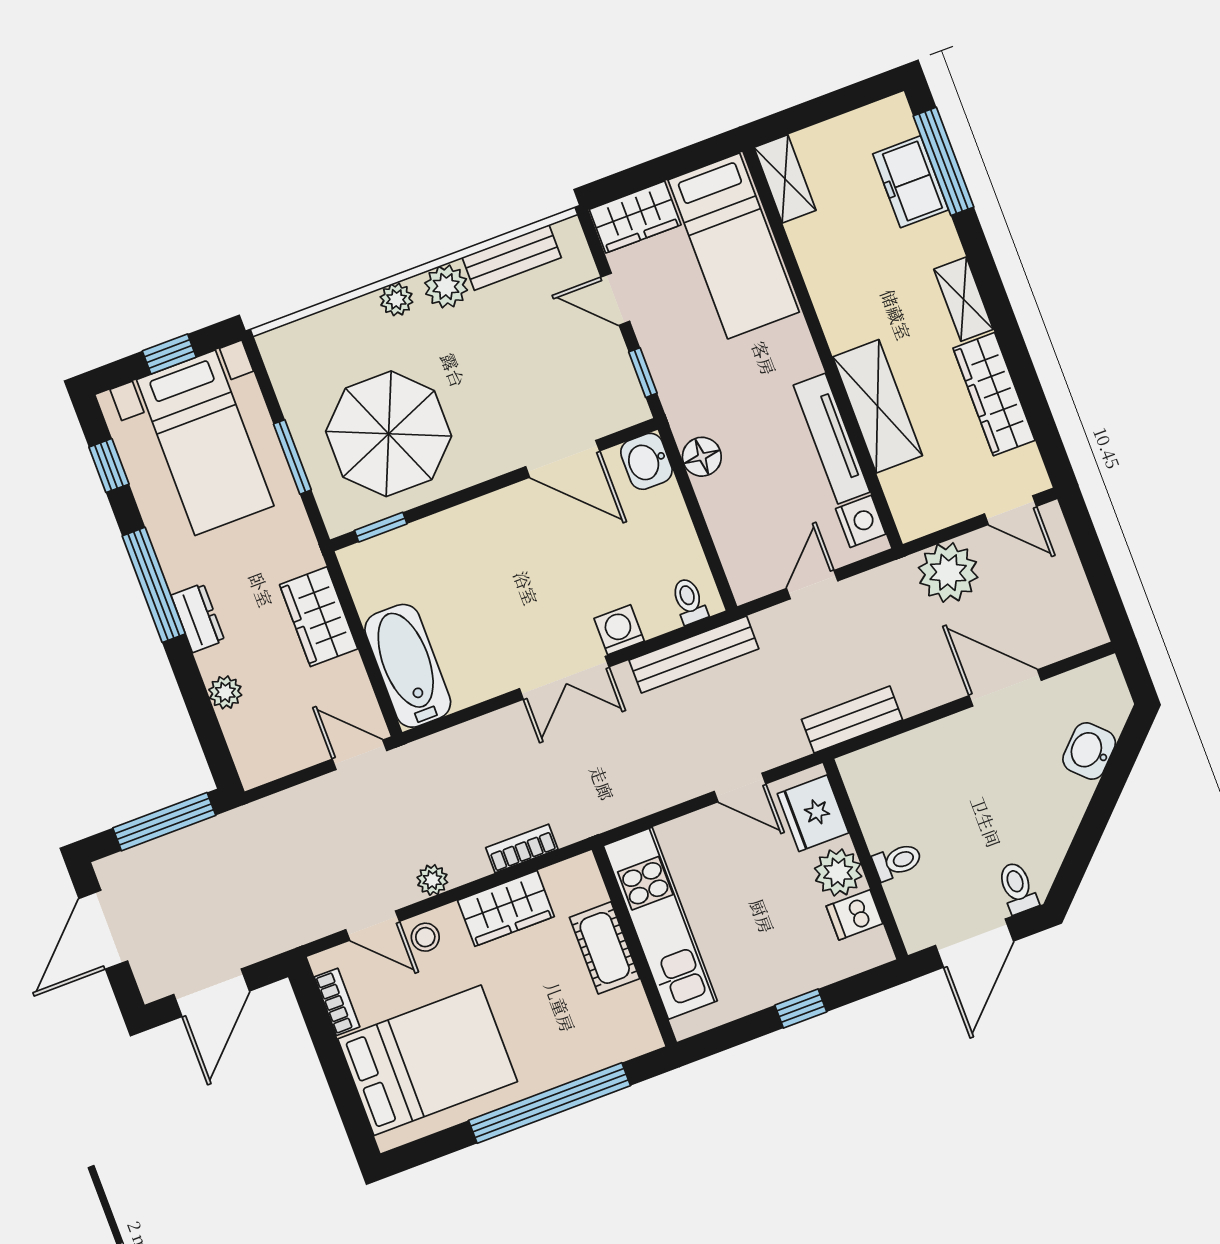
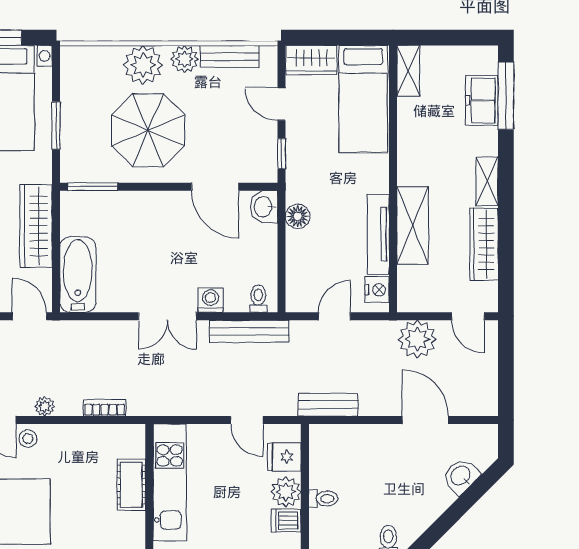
plant: (396, 299) -> (143, 65), width x1.88, depth x1.88
parasol: (389, 434) -> (148, 130), moved
window: (381, 527) -> (93, 187), width x1.50
wardrobe: (319, 617) -> (36, 226), width x1.50
fridge: (813, 813) -> (284, 457), width x0.72
wardrobe: (506, 908) -> (82, 440), removed

